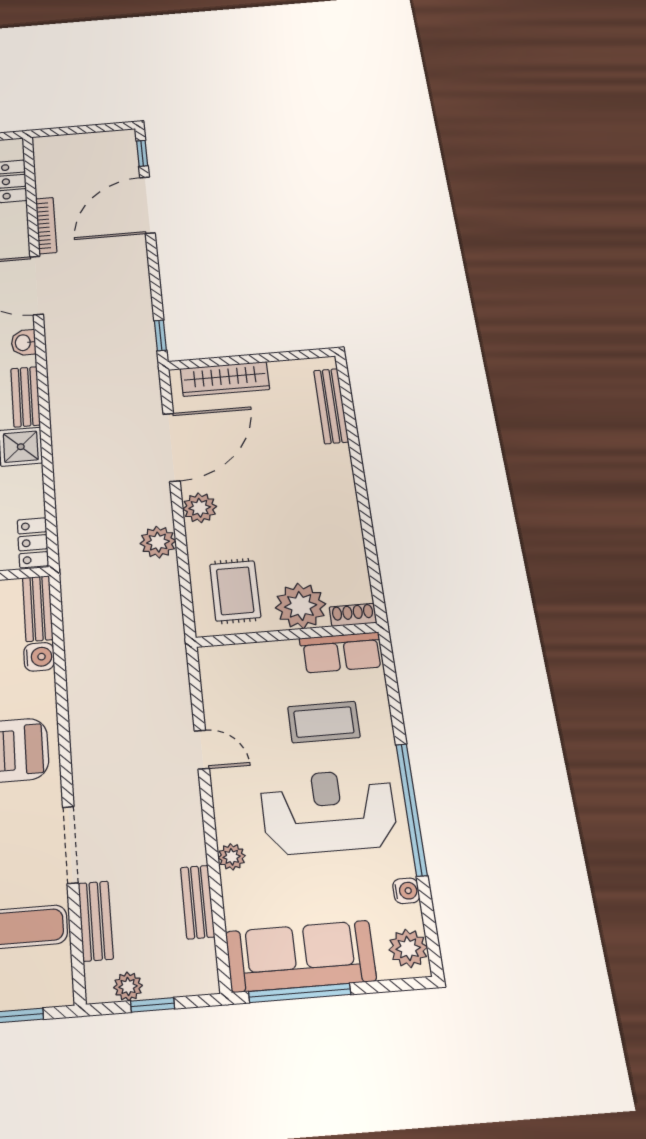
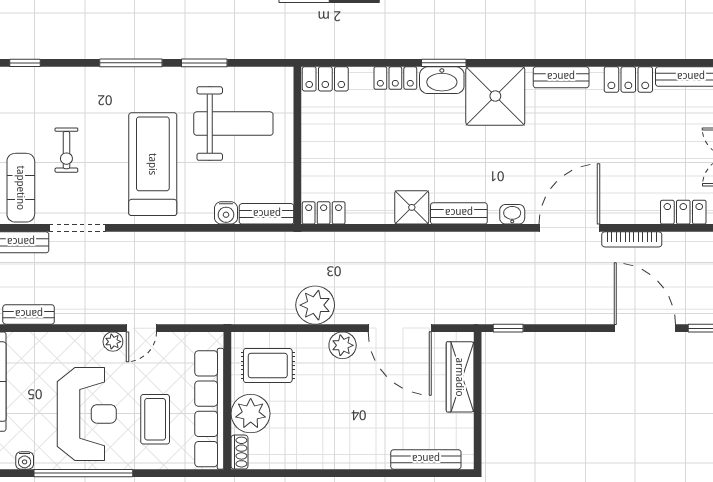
plant: (158, 542) -> (315, 305), width x1.36, depth x1.36
row of seats: (341, 653) -> (209, 409), width x2.02
plant: (232, 857) -> (113, 342), moved

